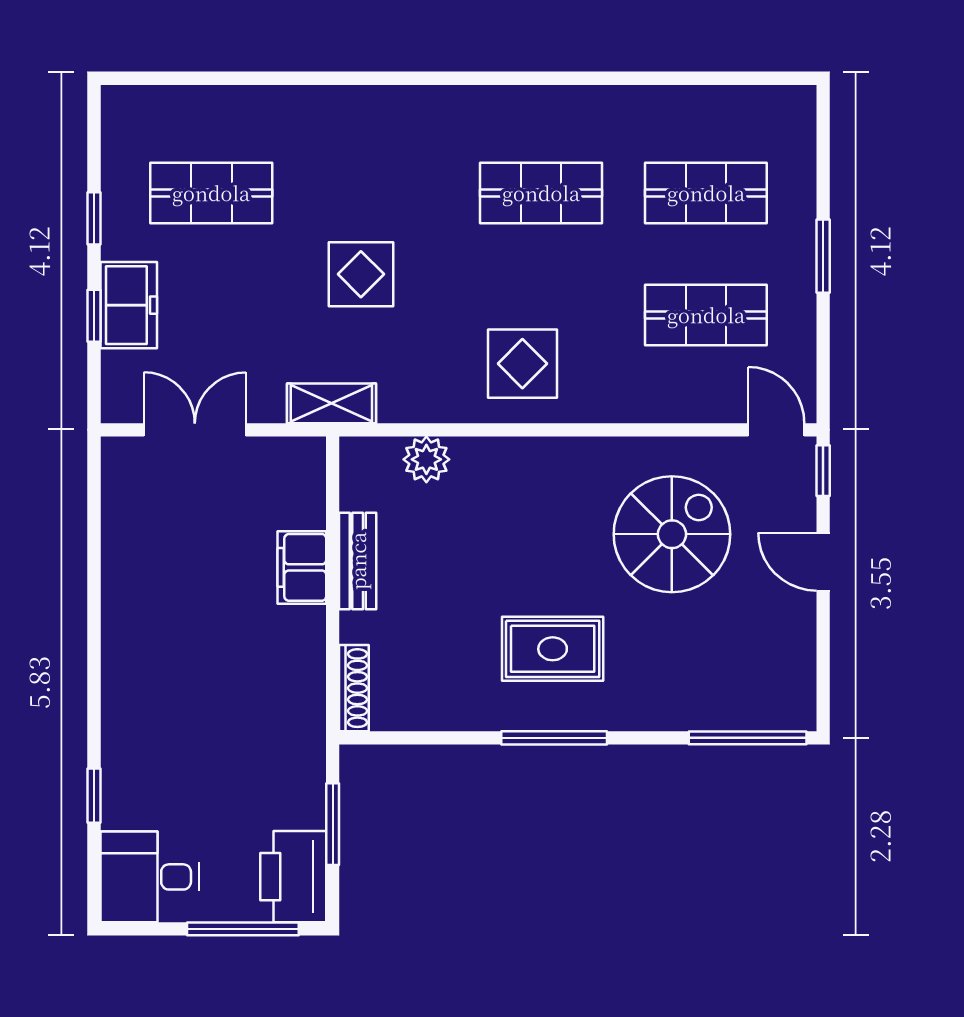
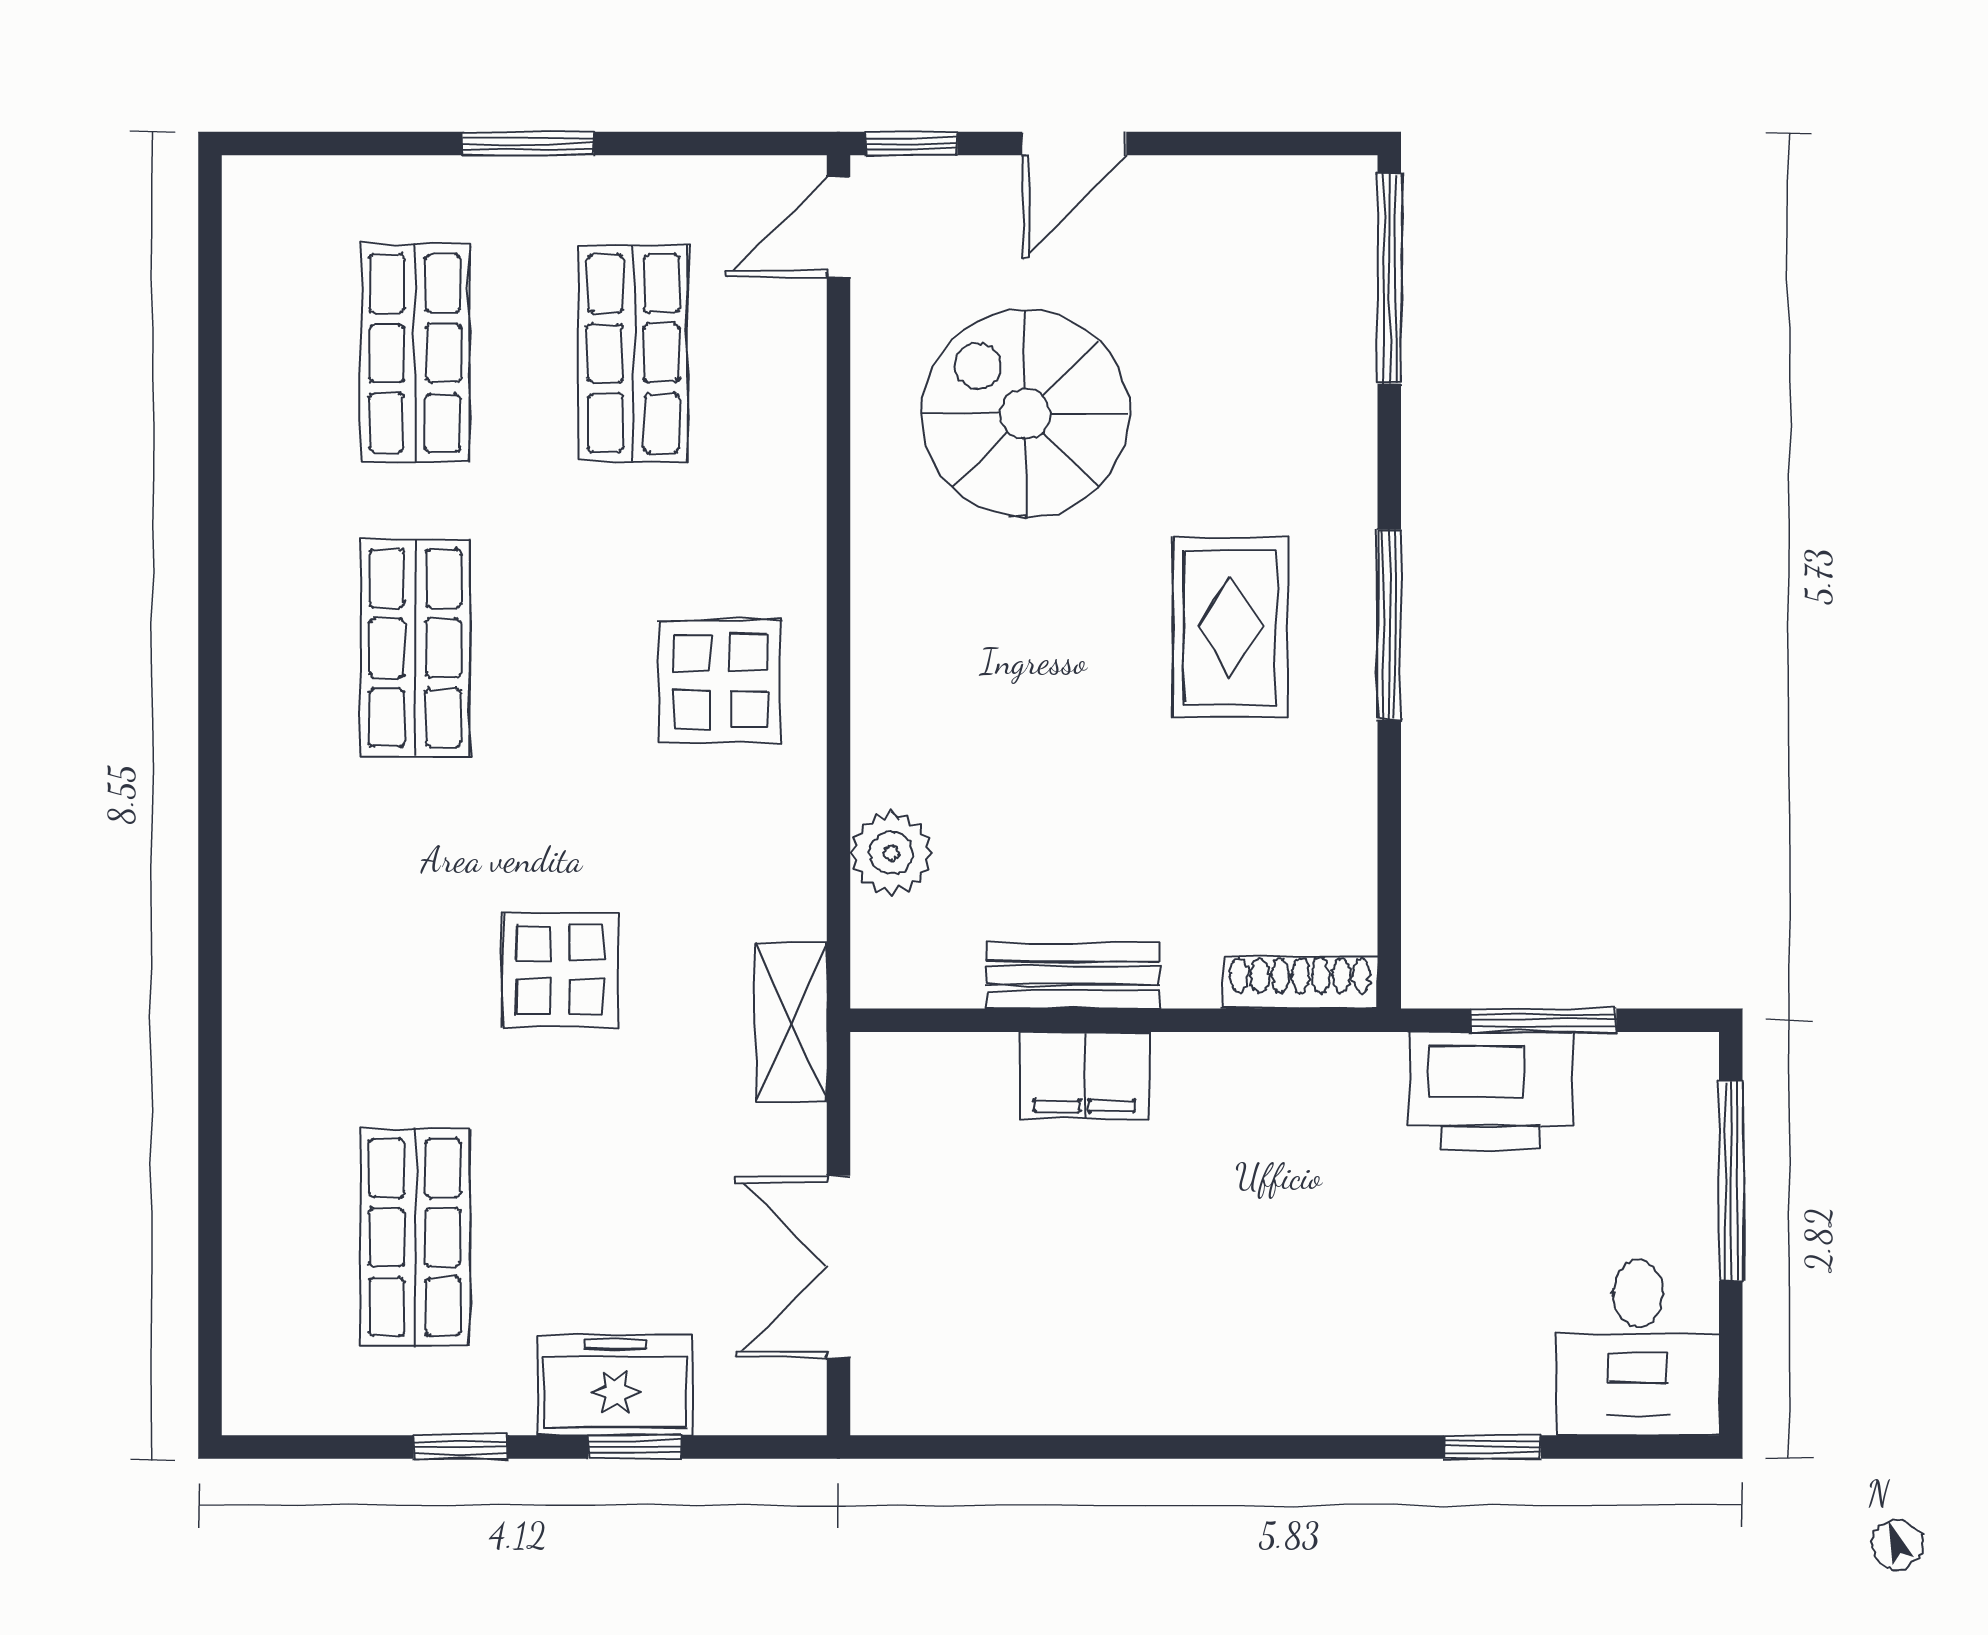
printer: (293, 877) -> (1491, 1091), moved

